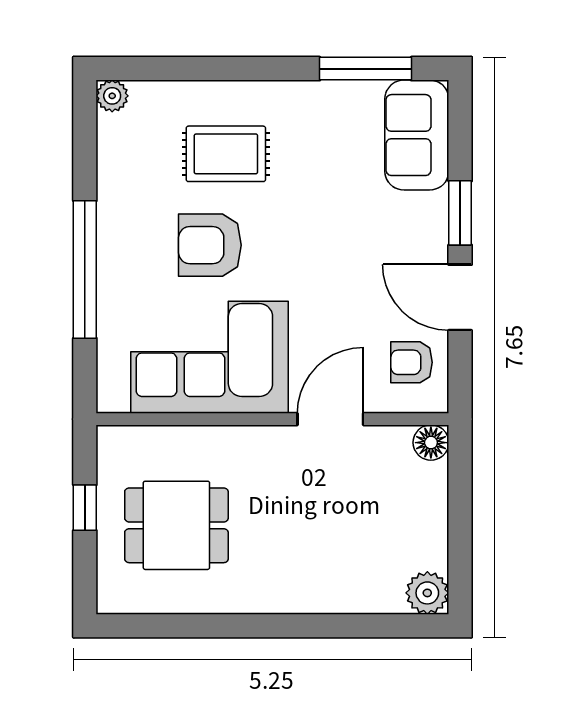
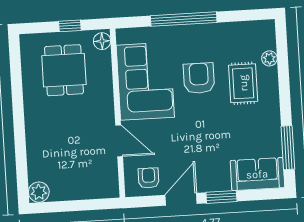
plant: (112, 96) -> (269, 58), moved
floor lamp: (431, 443) -> (102, 41), moved

